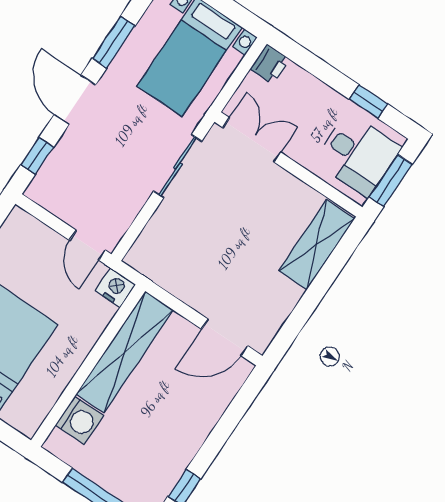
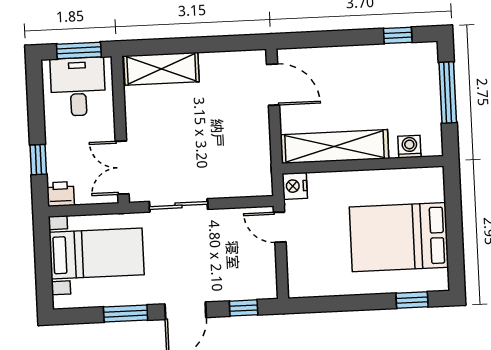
window: (368, 102) -> (38, 160), moved
door: (87, 245) -> (280, 227), swing flipped
washing machine: (79, 420) -> (409, 147), width x0.73, depth x0.73

